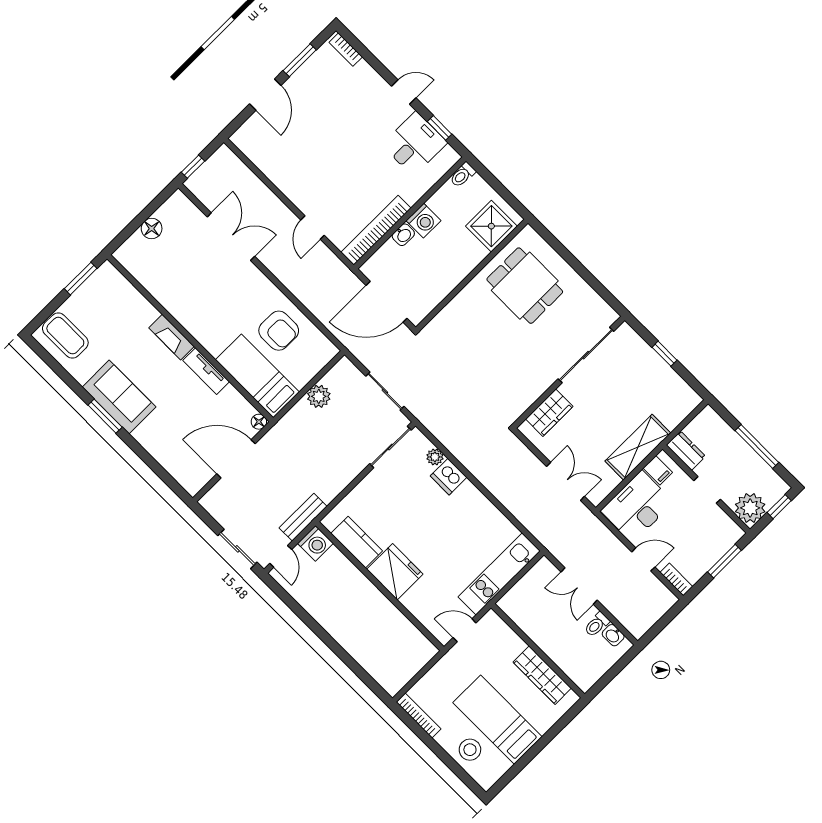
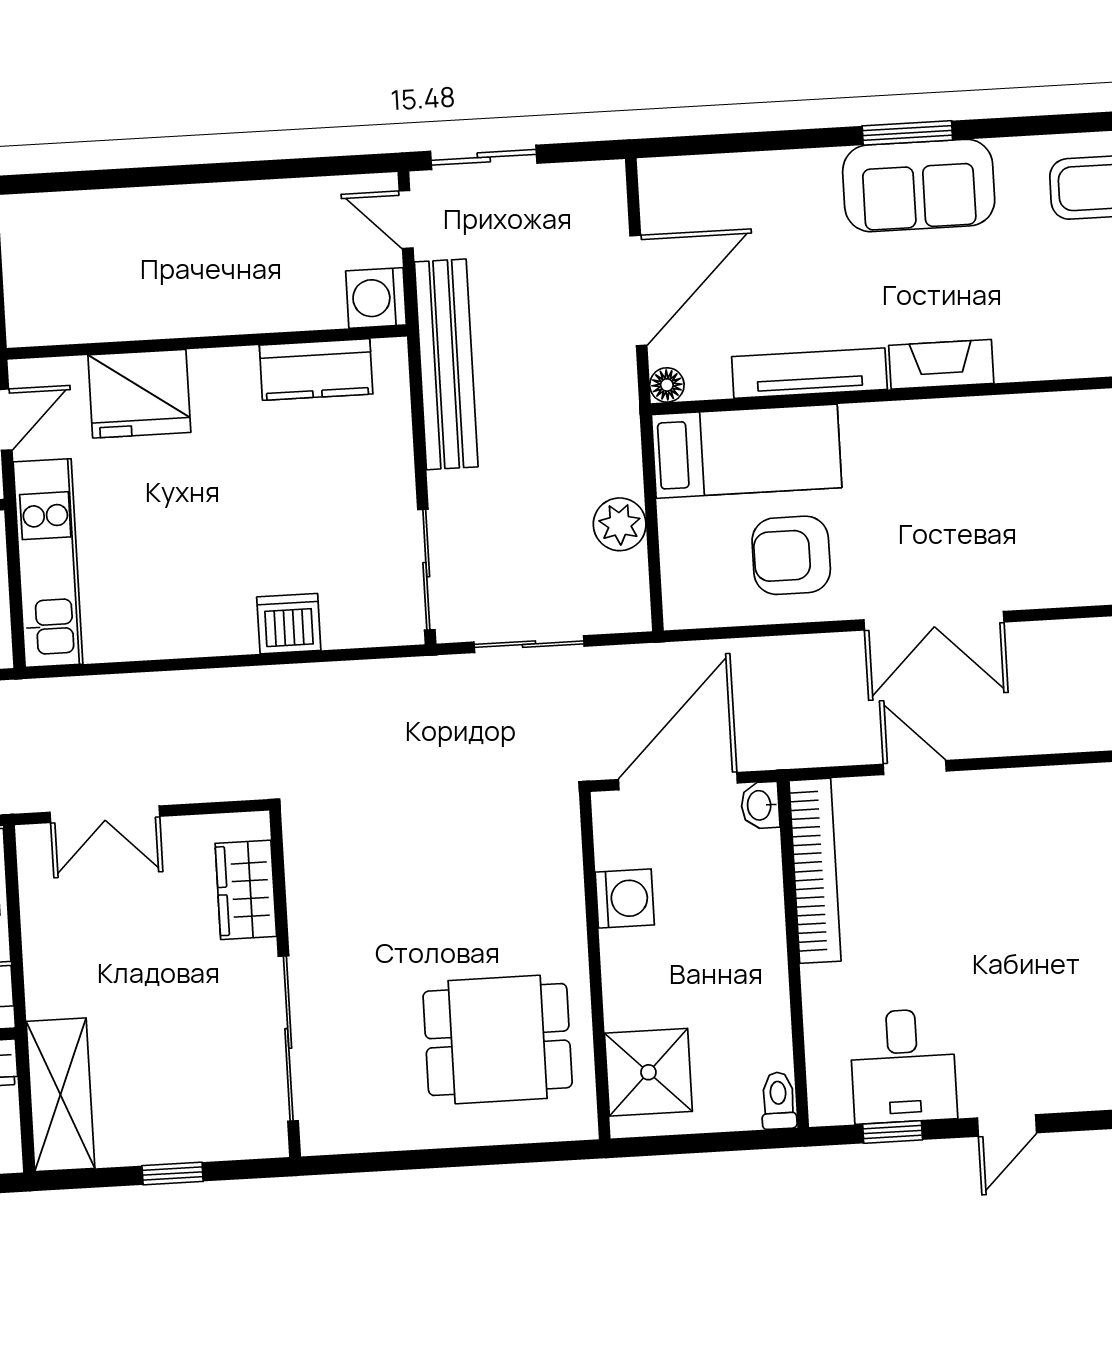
washing machine: (423, 221) -> (625, 898), moved, turned 180
washbasin: (403, 235) -> (760, 805), moved
double door: (231, 237) -> (934, 621), moved
tv unit: (206, 371) -> (809, 373), width x1.41
shelving: (638, 447) -> (60, 1095), moved
plant: (435, 457) -> (343, 630), removed
bench: (303, 517) -> (446, 364), width x1.86, depth x1.21
fridge: (395, 572) -> (139, 394), moved

